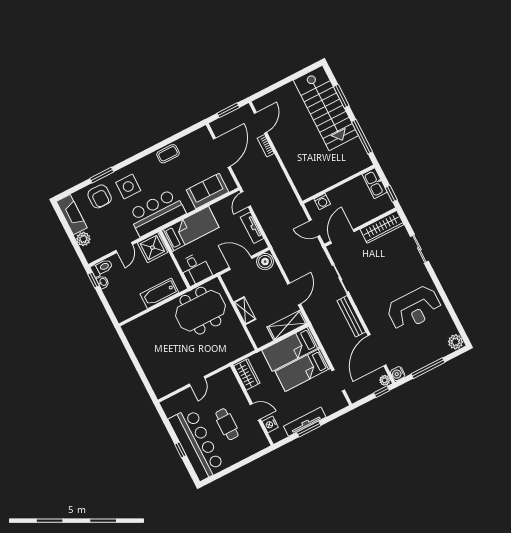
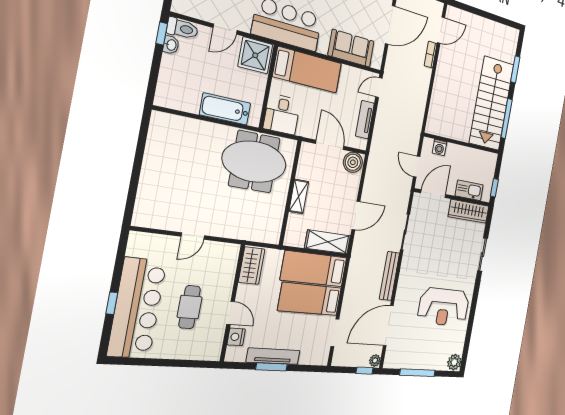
stairs: (326, 108) -> (492, 103), moved
kitchen sink: (375, 183) -> (469, 190), moved, turned 90
water cooler: (398, 374) -> (390, 361), removed

